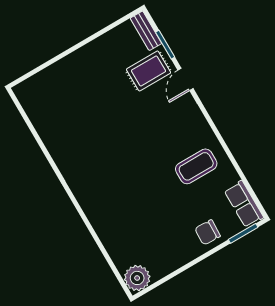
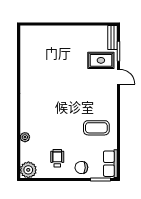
door: (185, 79) -> (118, 77), swing flipped
plant: (107, 236) -> (25, 137), added
wheelchair: (167, 239) -> (57, 158), added

